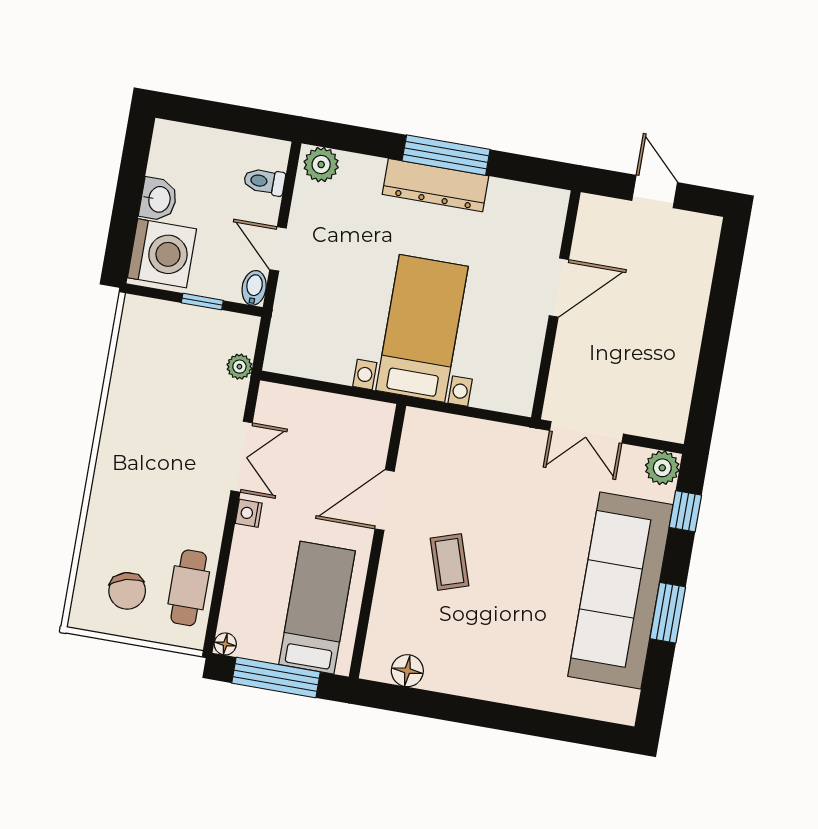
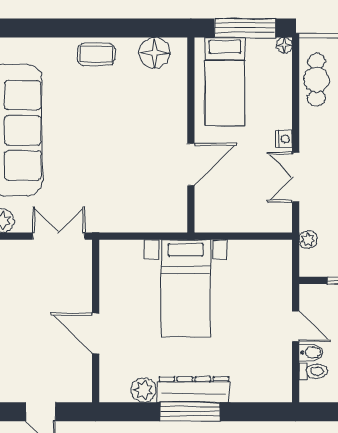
plant: (321, 165) -> (144, 390), moved
bidet: (254, 288) -> (311, 352), moved, turned -90
door: (559, 288) -> (96, 333), hinge flipped
coffee table: (449, 562) -> (96, 54), moved, turned -72
floor lamp: (407, 671) -> (154, 53), width x1.38, depth x1.38

